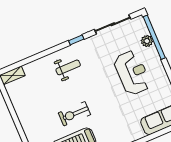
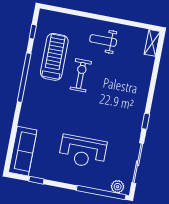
plant: (147, 41) -> (118, 187), moved
weight bench: (68, 67) -> (103, 40), moved, turned 90

